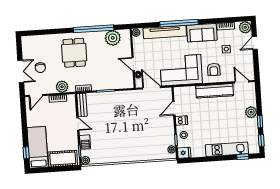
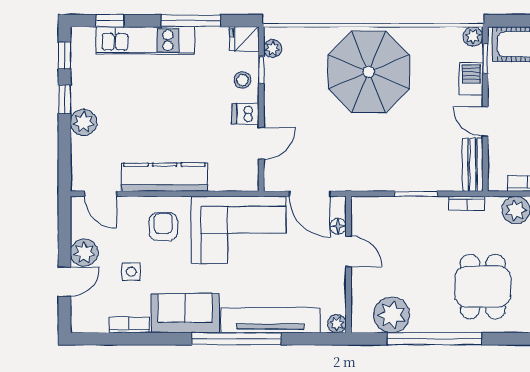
plant: (245, 27) -> (84, 253), moved
parasol: (130, 142) -> (369, 72), added
window: (208, 159) -> (191, 21), added

